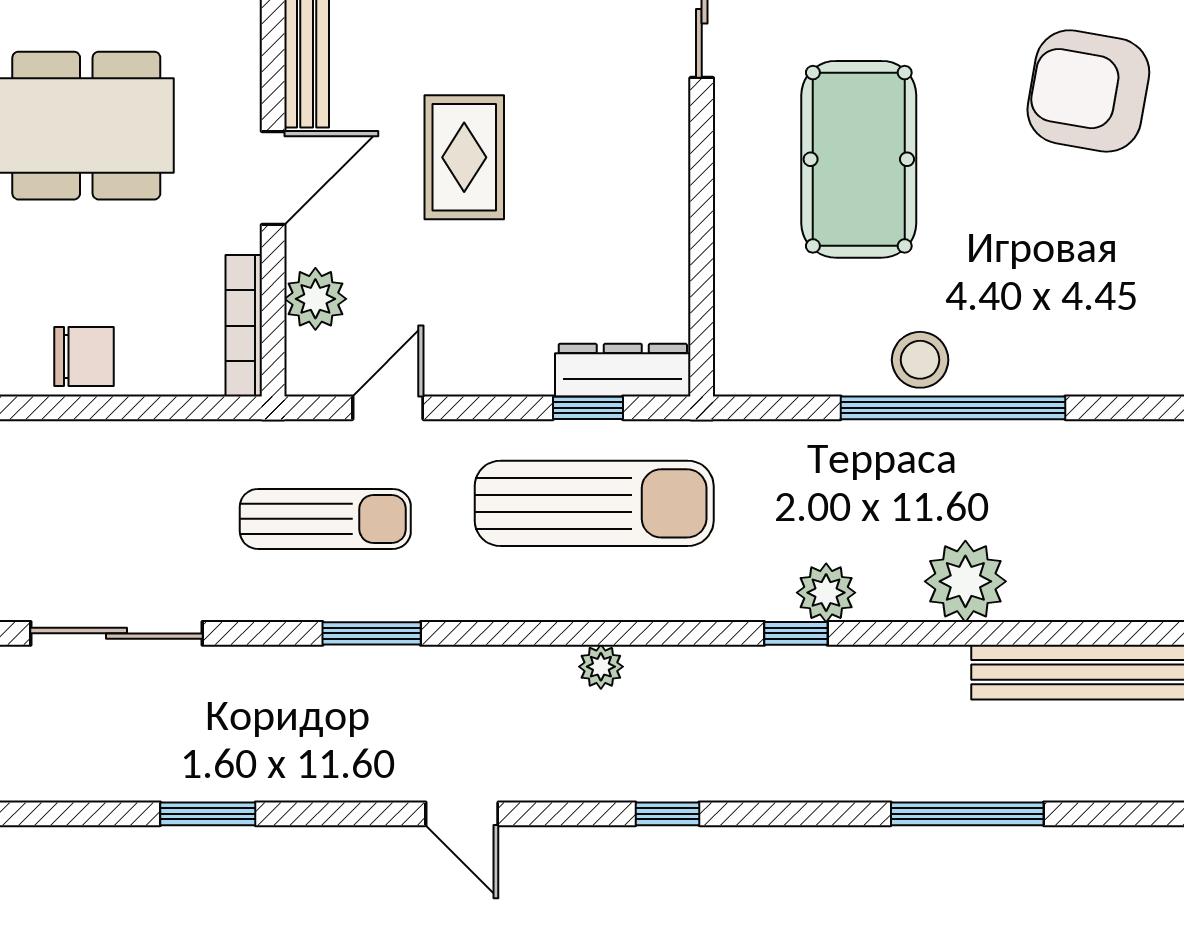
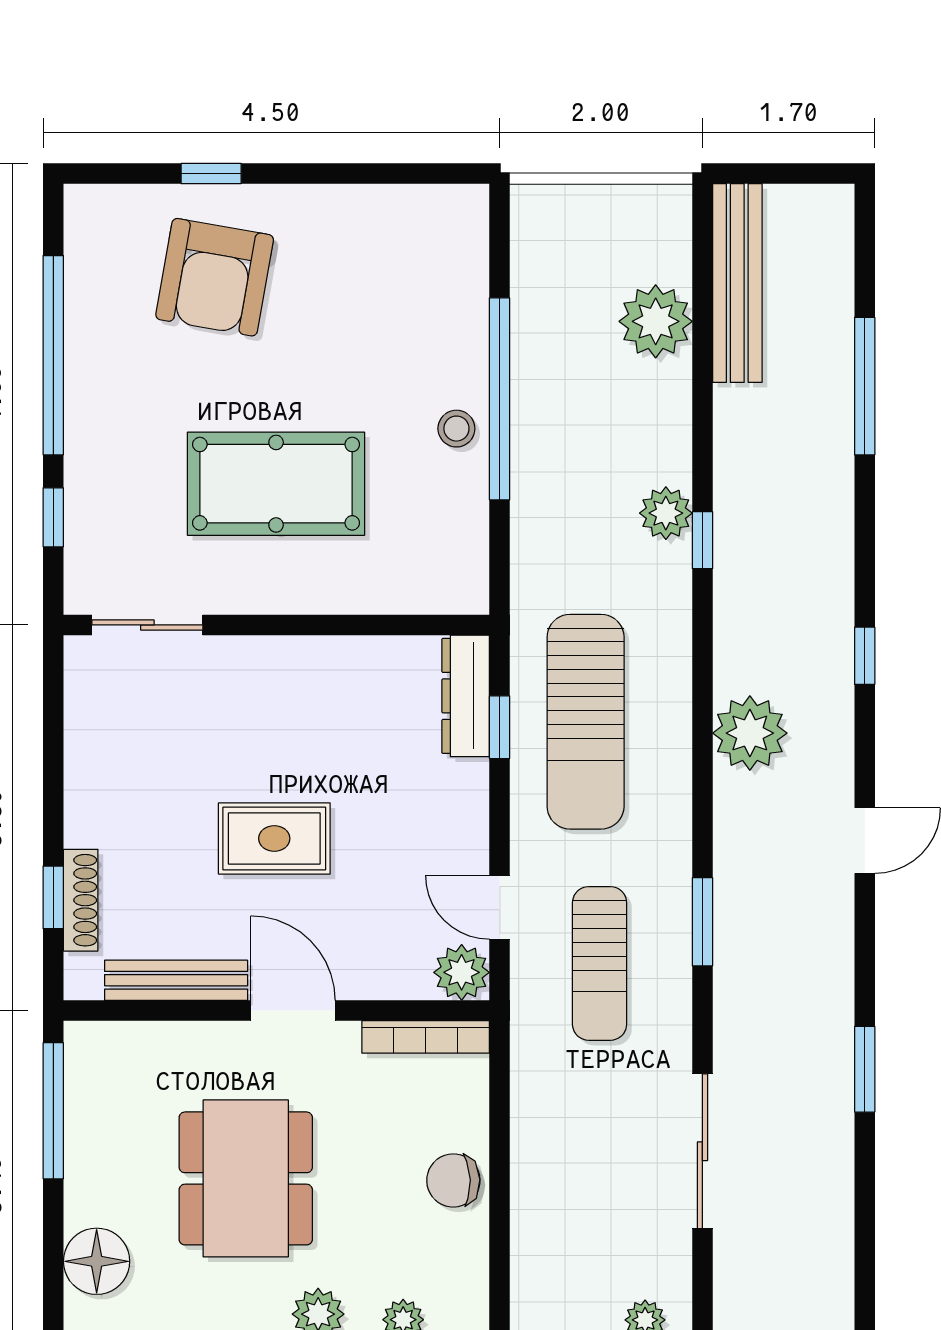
plant: (315, 299) -> (462, 972), moved
chair: (84, 356) -> (453, 1180), turned -92
stool: (920, 360) -> (456, 429), width x0.73, depth x0.73
sun lounger: (594, 503) -> (586, 722), turned 180
sun lounger: (325, 519) -> (600, 963), turned 180
plant: (965, 581) -> (656, 321), moved
plant: (601, 667) -> (750, 733), width x1.88, depth x1.88

